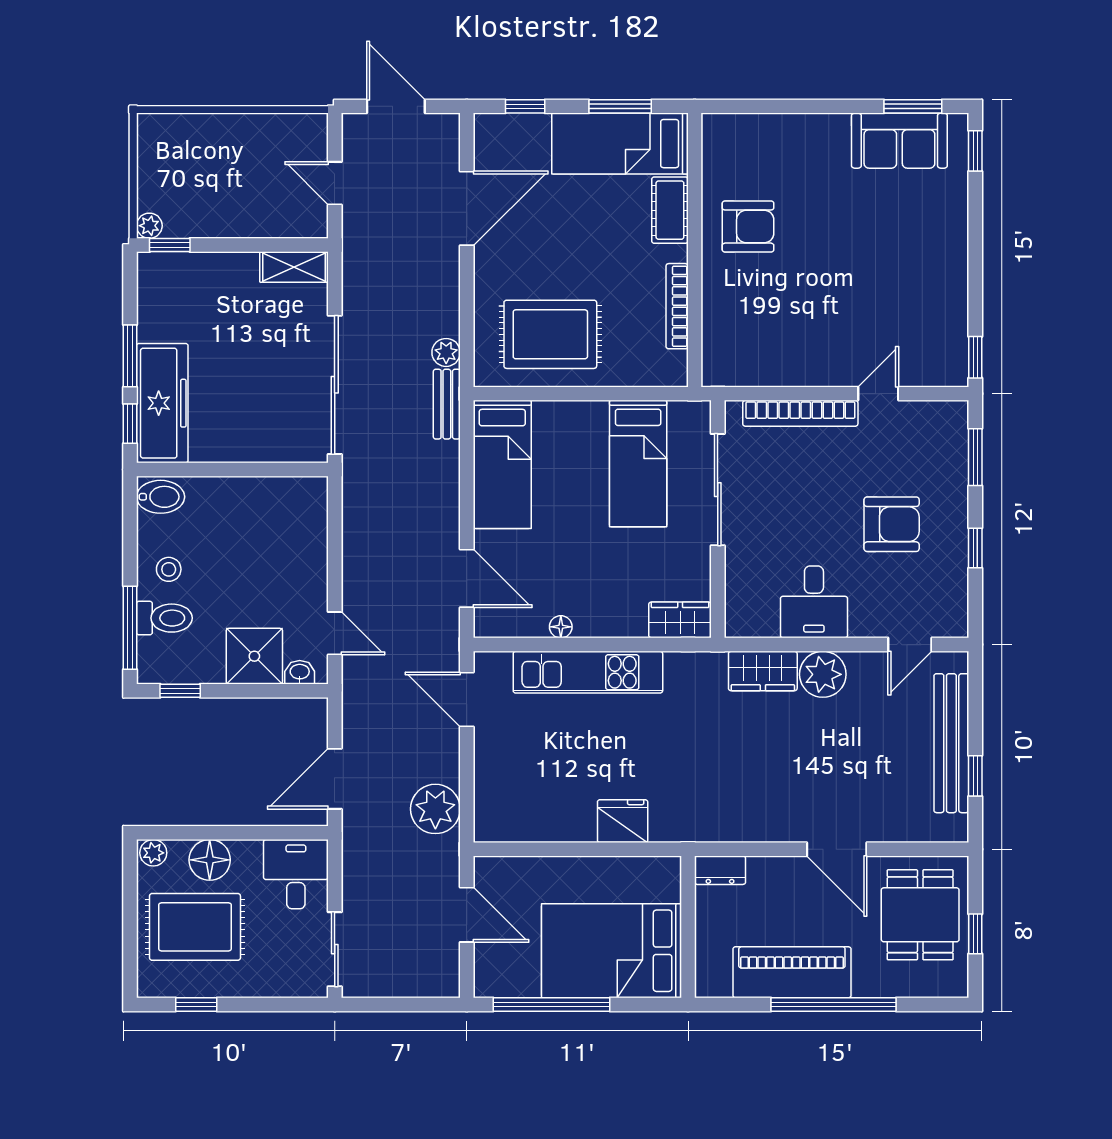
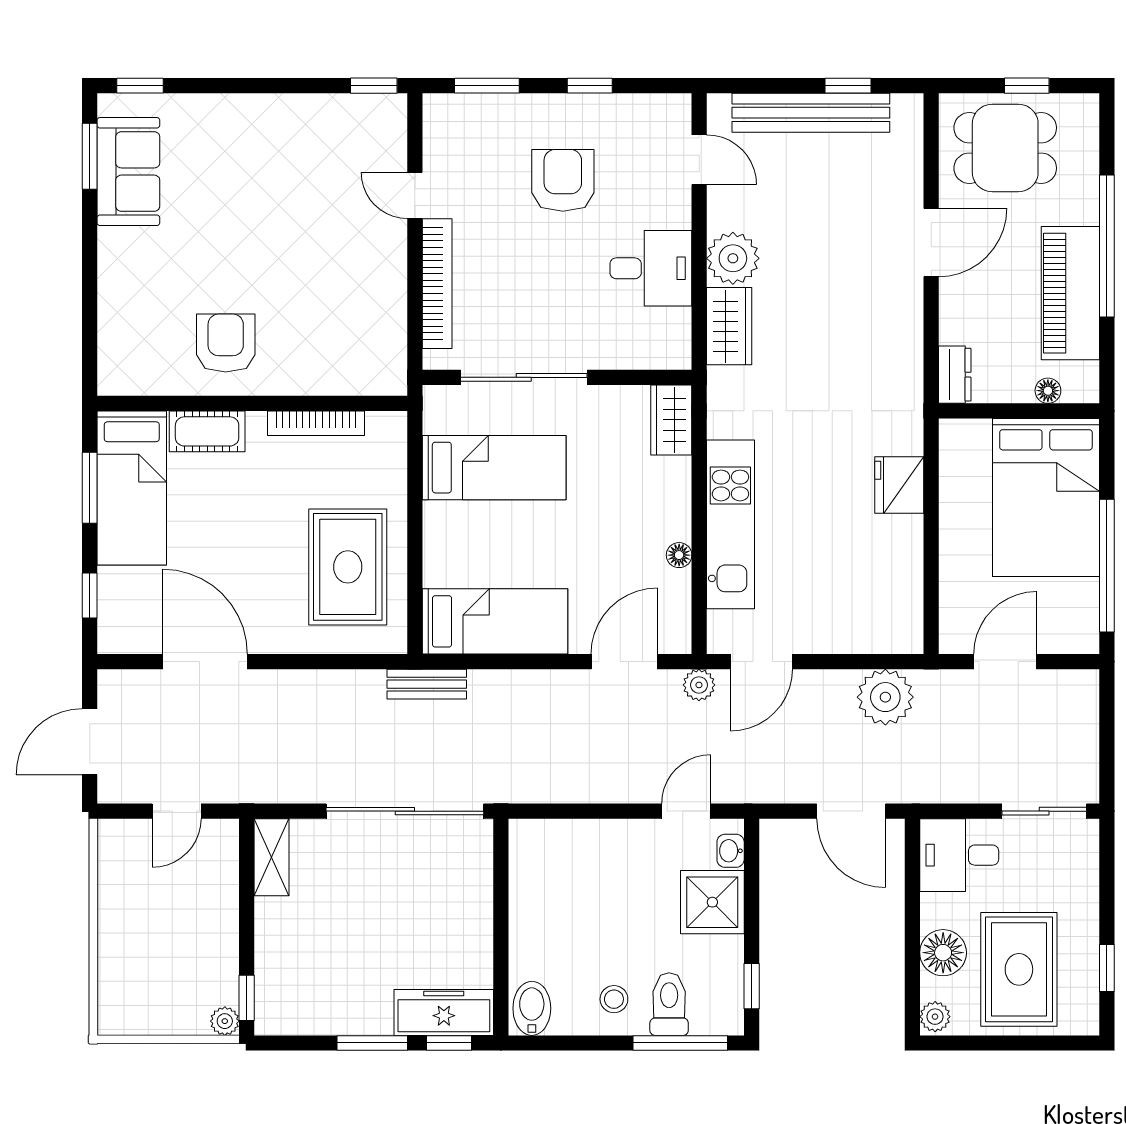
plant: (446, 352) -> (699, 685), moved
freezer: (162, 403) -> (444, 1012), width x0.73, depth x0.79
floor lamp: (706, 952) -> (1048, 391), added

